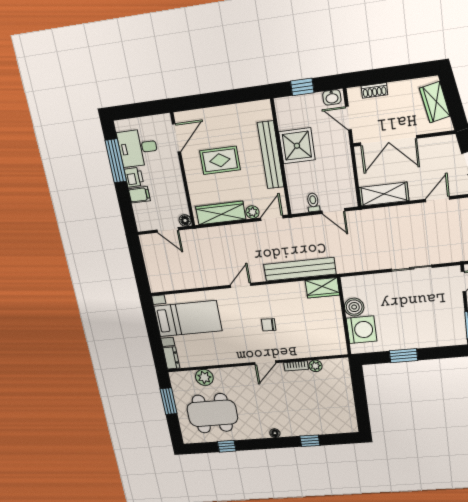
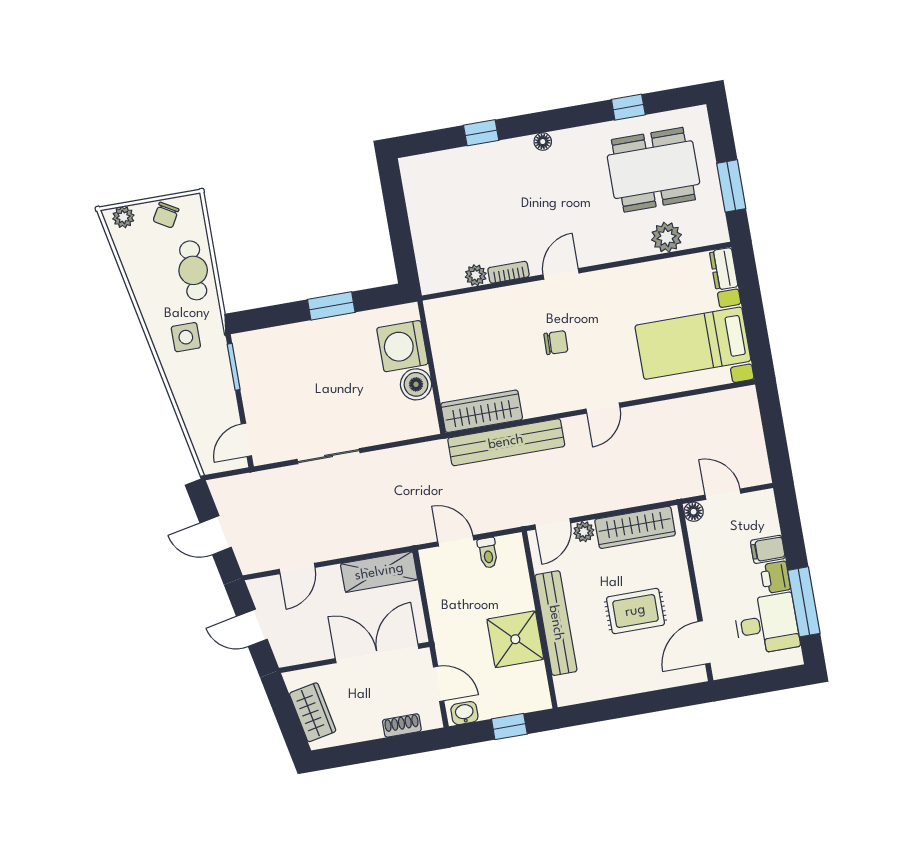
wardrobe: (322, 288) -> (482, 411), width x1.50

